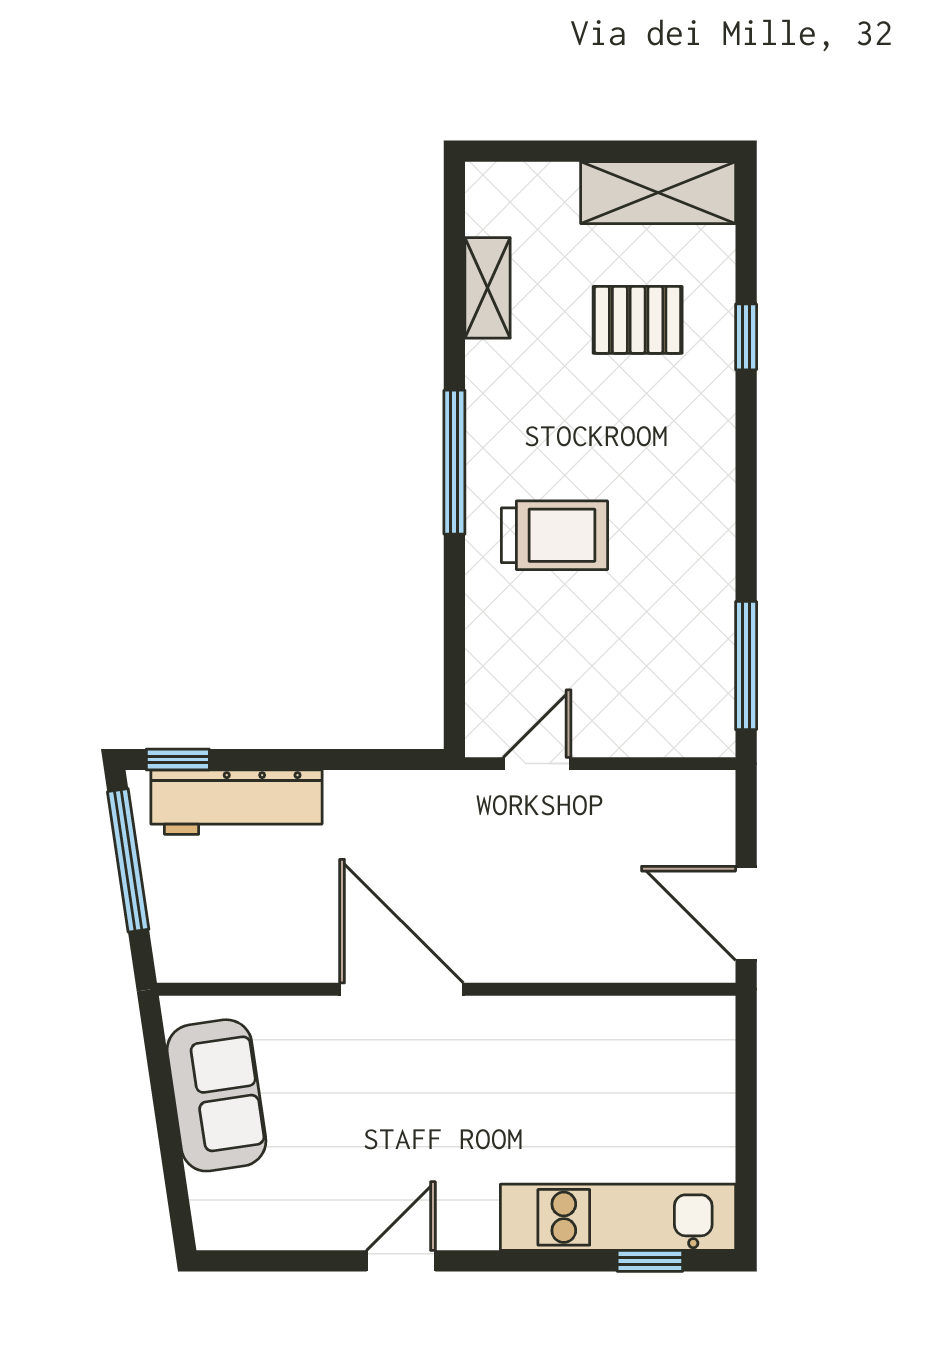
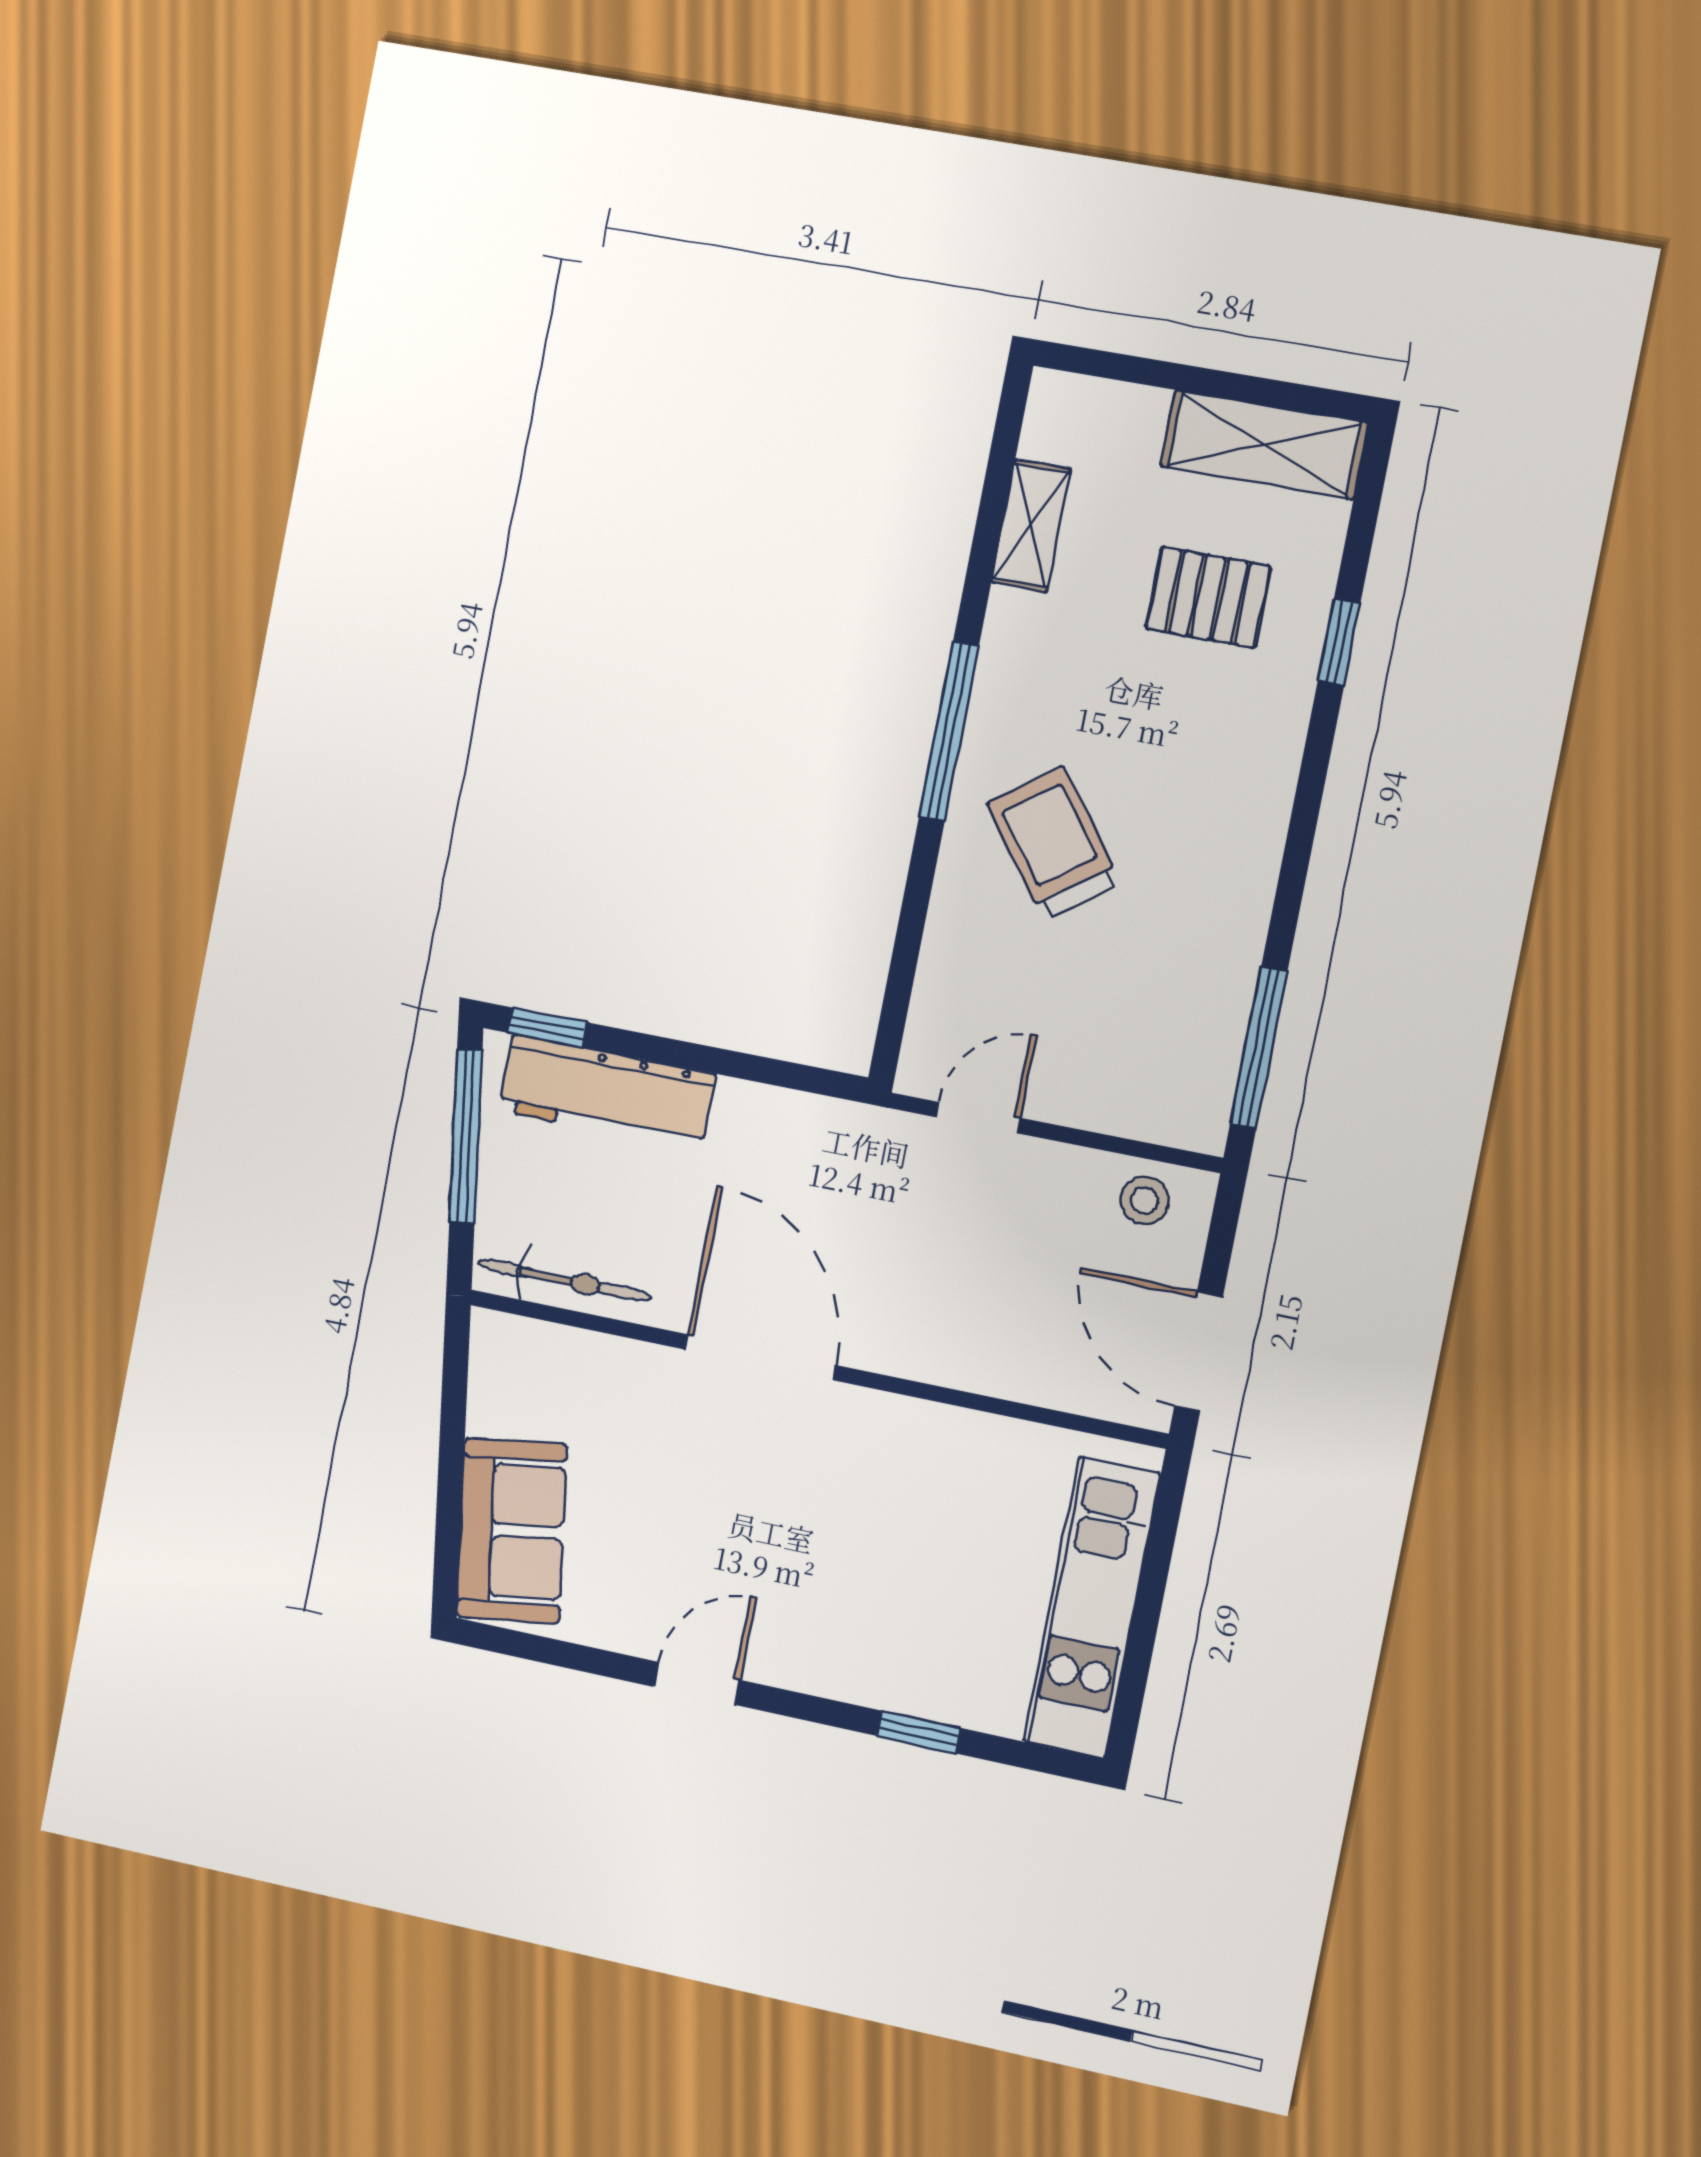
trolley: (555, 535) -> (1054, 843), turned -127
stool: (681, 803) -> (1144, 1200), added
bicycle: (231, 960) -> (564, 1280), added
sofa: (216, 1095) -> (512, 1531), moved
kitchen unit: (618, 1217) -> (1092, 1608), moved, turned -90
window: (650, 1261) -> (918, 1732), moved

